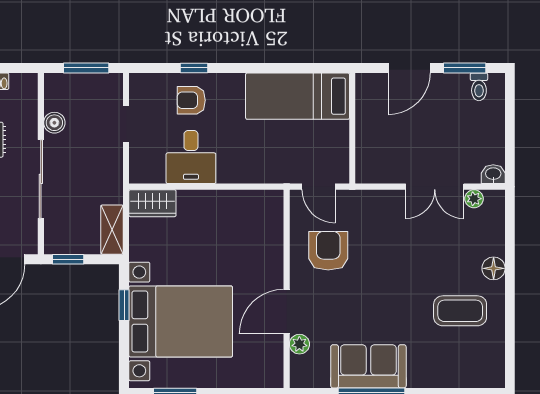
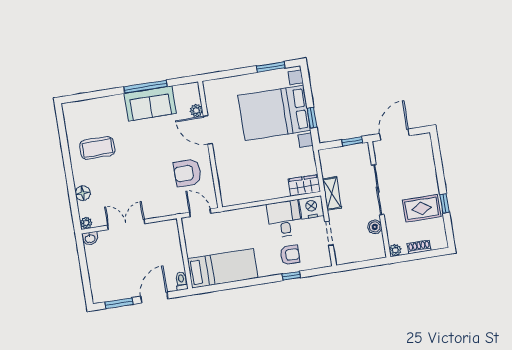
window: (86, 68) -> (360, 265), removed
plant: (29, 82) -> (395, 250), added
toilet: (479, 87) -> (181, 281), moved
nightstand: (147, 168) -> (311, 207), added
plant: (474, 199) -> (86, 223), moved
shelving: (112, 230) -> (332, 193), moved
armchair: (328, 251) -> (187, 173), turned 90
floor lamp: (494, 268) -> (83, 193), moved
door: (287, 312) -> (208, 130), swing flipped

